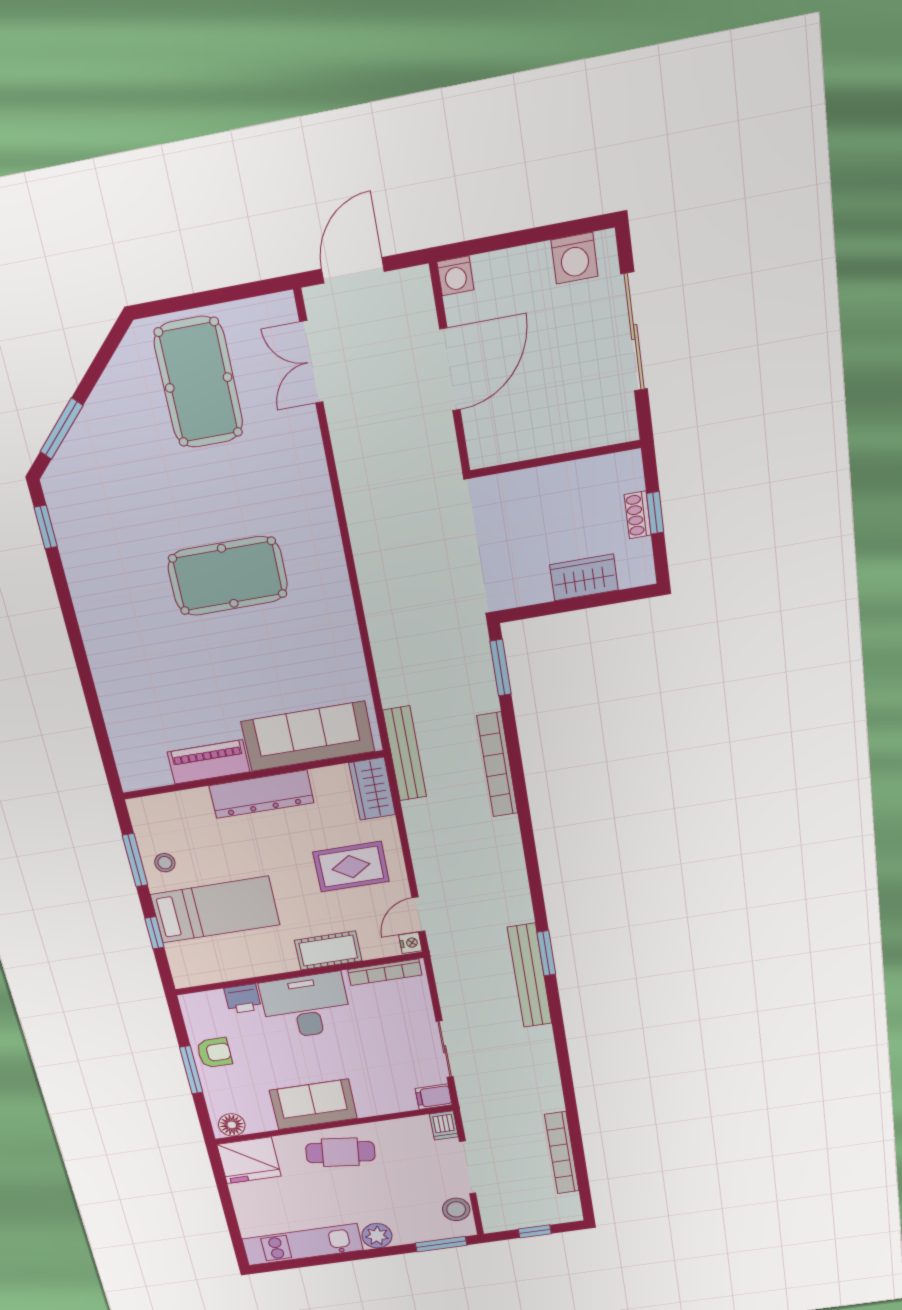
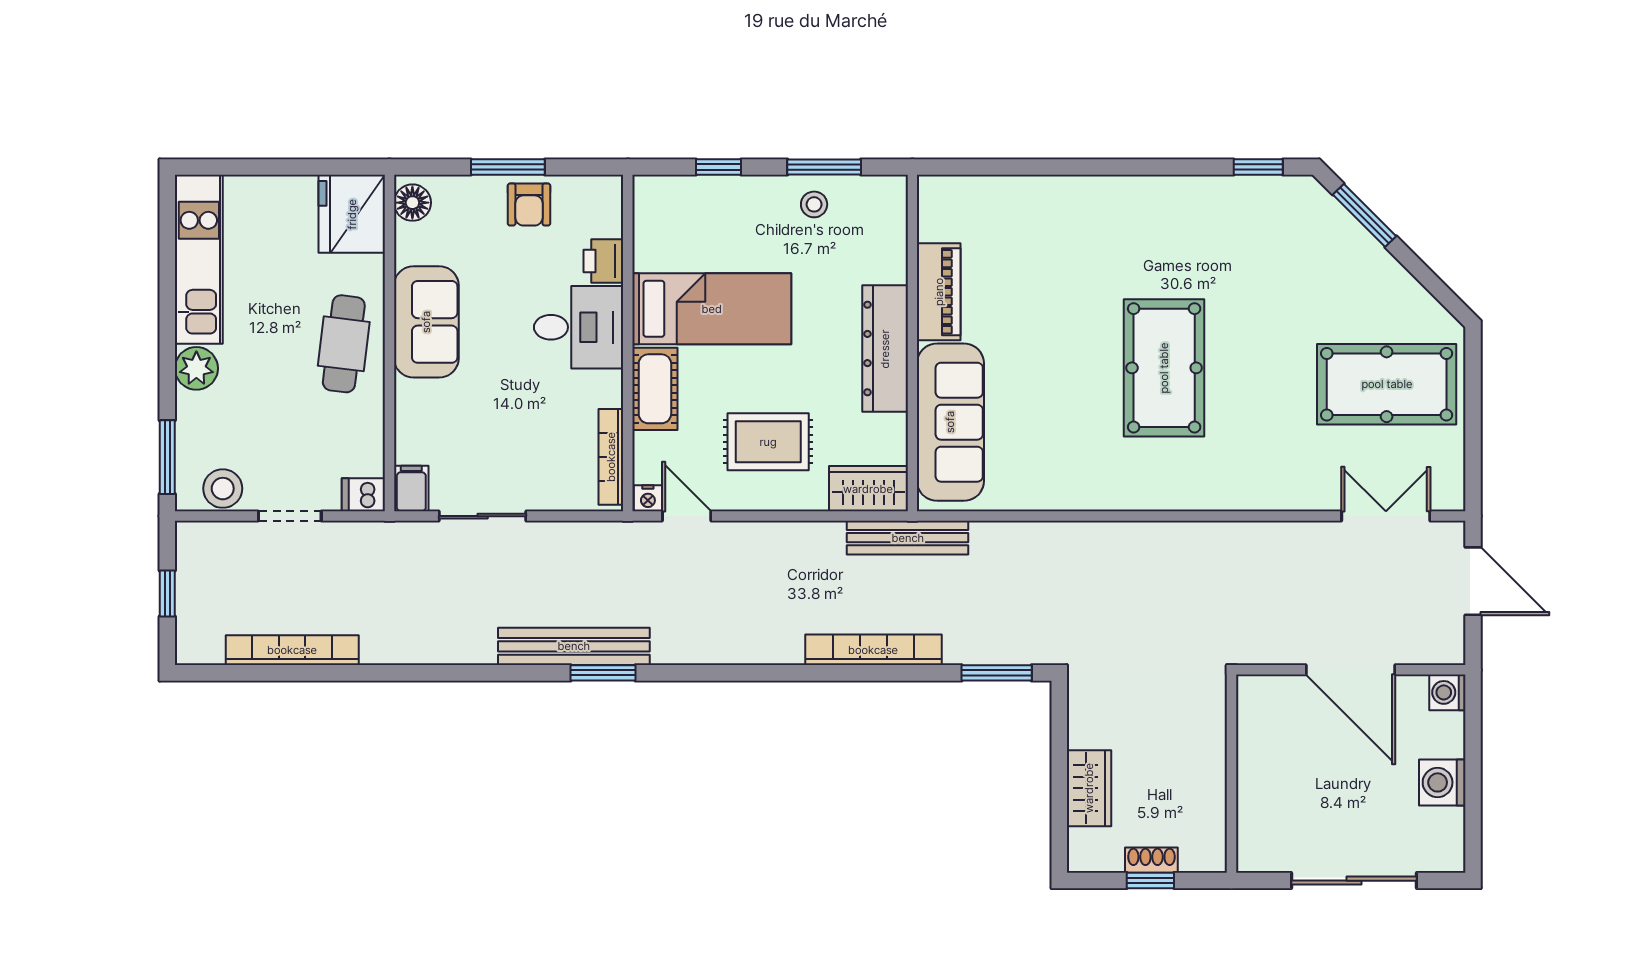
washing machine: (574, 258) -> (1442, 782), moved
rug: (351, 867) -> (768, 442), turned 90
bed: (215, 910) -> (712, 309), moved, turned -90
desk: (306, 1006) -> (579, 327), width x0.73
doorway: (468, 1167) -> (290, 516), width x0.73

